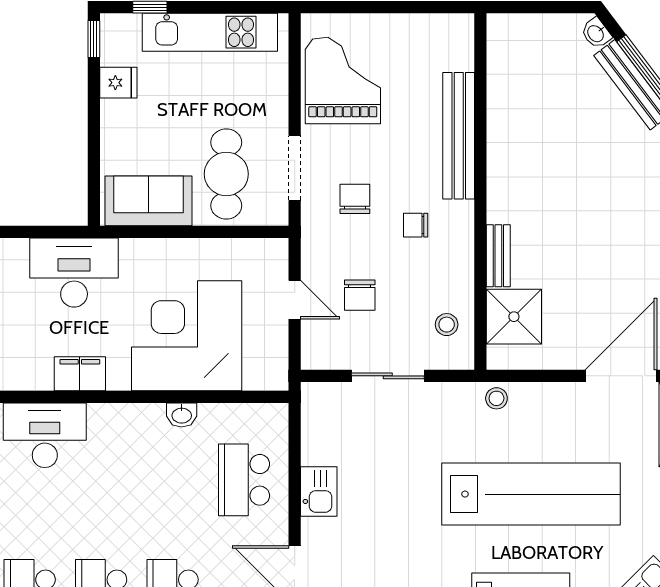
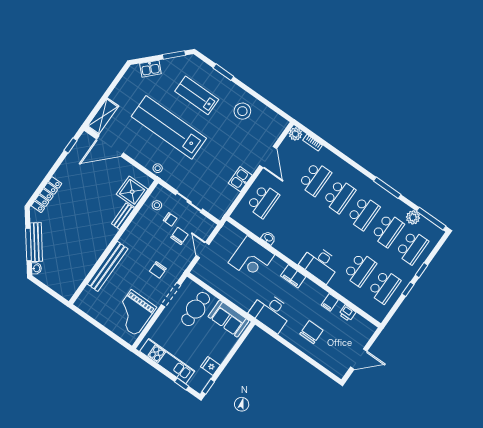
chair: (416, 225) -> (170, 219), moved
corner desk: (187, 336) -> (251, 259), width x0.74, depth x0.74

